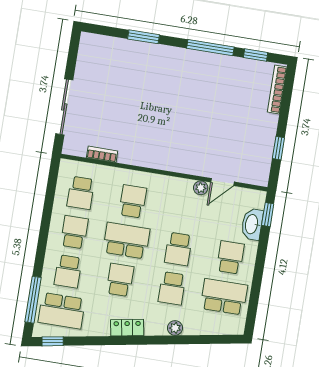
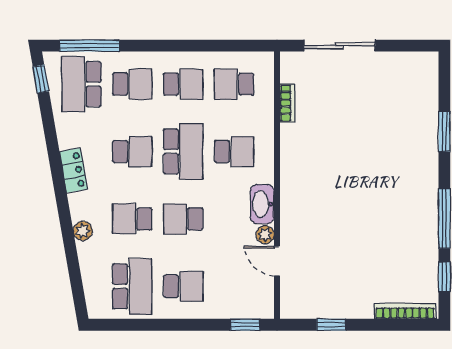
washbasin: (252, 224) -> (262, 204), moved, turned -90
school desk: (68, 271) -> (132, 84), turned 180

